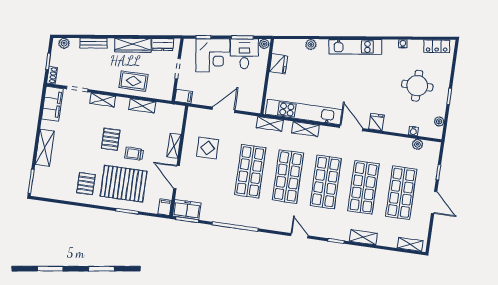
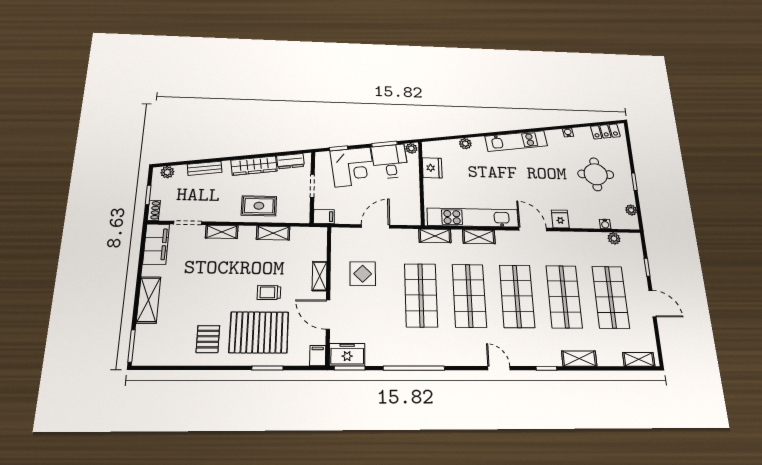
pallet: (111, 139) -> (236, 278), removed

